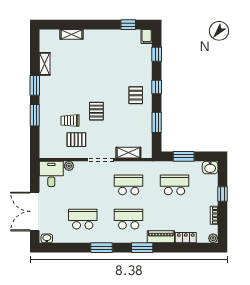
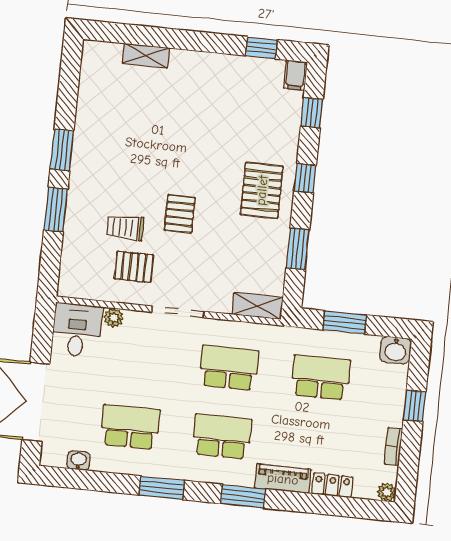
shelving: (45, 64) -> (86, 109), removed
pallet: (136, 95) -> (262, 190), width x1.50, depth x1.42
shelving: (128, 153) -> (257, 306), moved
washbasin: (47, 238) -> (78, 460), moved

